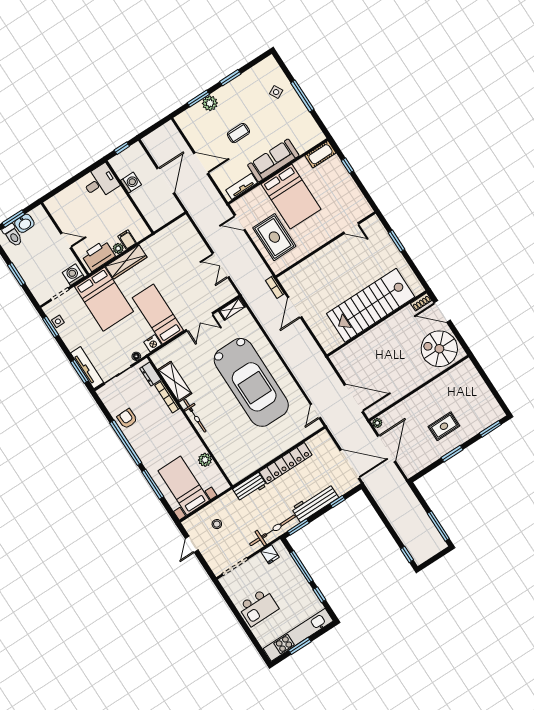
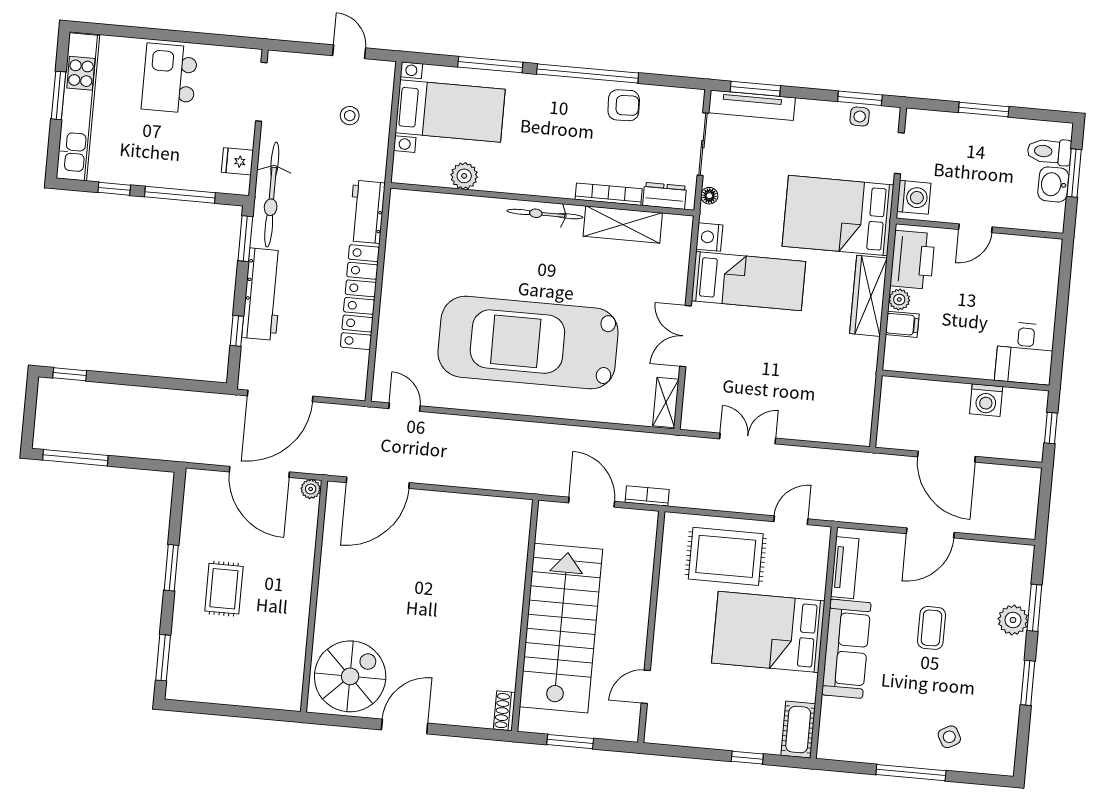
shoe rack: (421, 302) -> (504, 711), moved
stairs: (371, 305) -> (561, 628), moved
wall: (377, 323) -> (525, 615), moved

